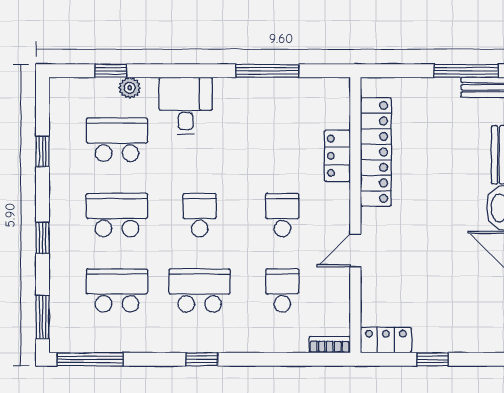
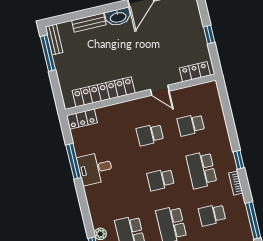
desk: (186, 106) -> (95, 168), moved
locker: (337, 156) -> (82, 119), moved
school desk: (117, 290) -> (212, 215), width x0.54
locker: (386, 340) -> (195, 72), moved, turned 90
bookcase: (330, 345) -> (236, 183), moved

